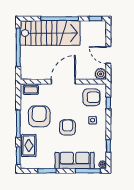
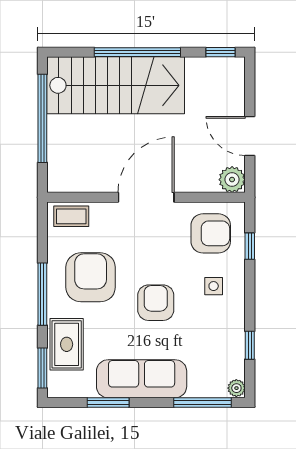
sofa: (75, 160) -> (142, 379), moved

